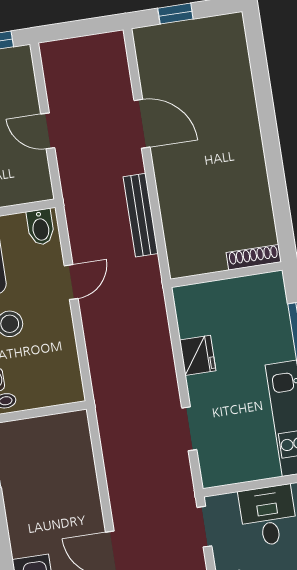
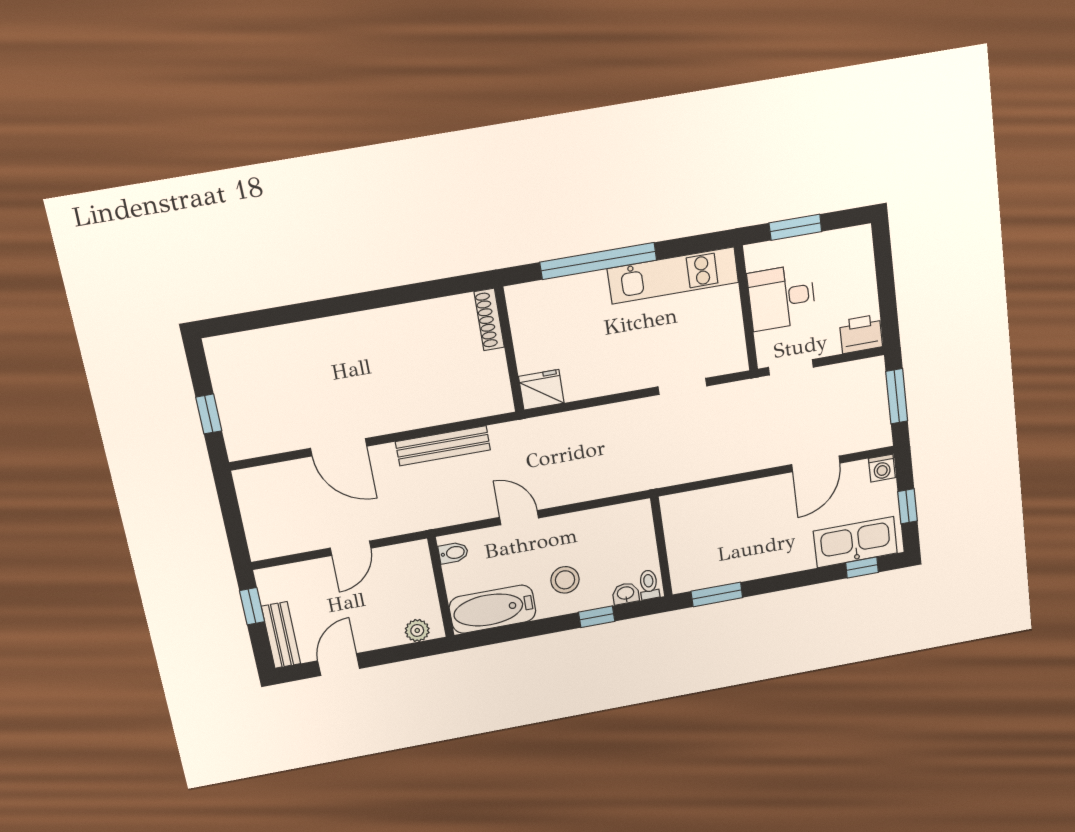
door: (142, 124) -> (339, 447), swing flipped
bidet: (40, 227) -> (453, 553), width x0.72, depth x0.74
fridge: (198, 355) -> (541, 390), moved

